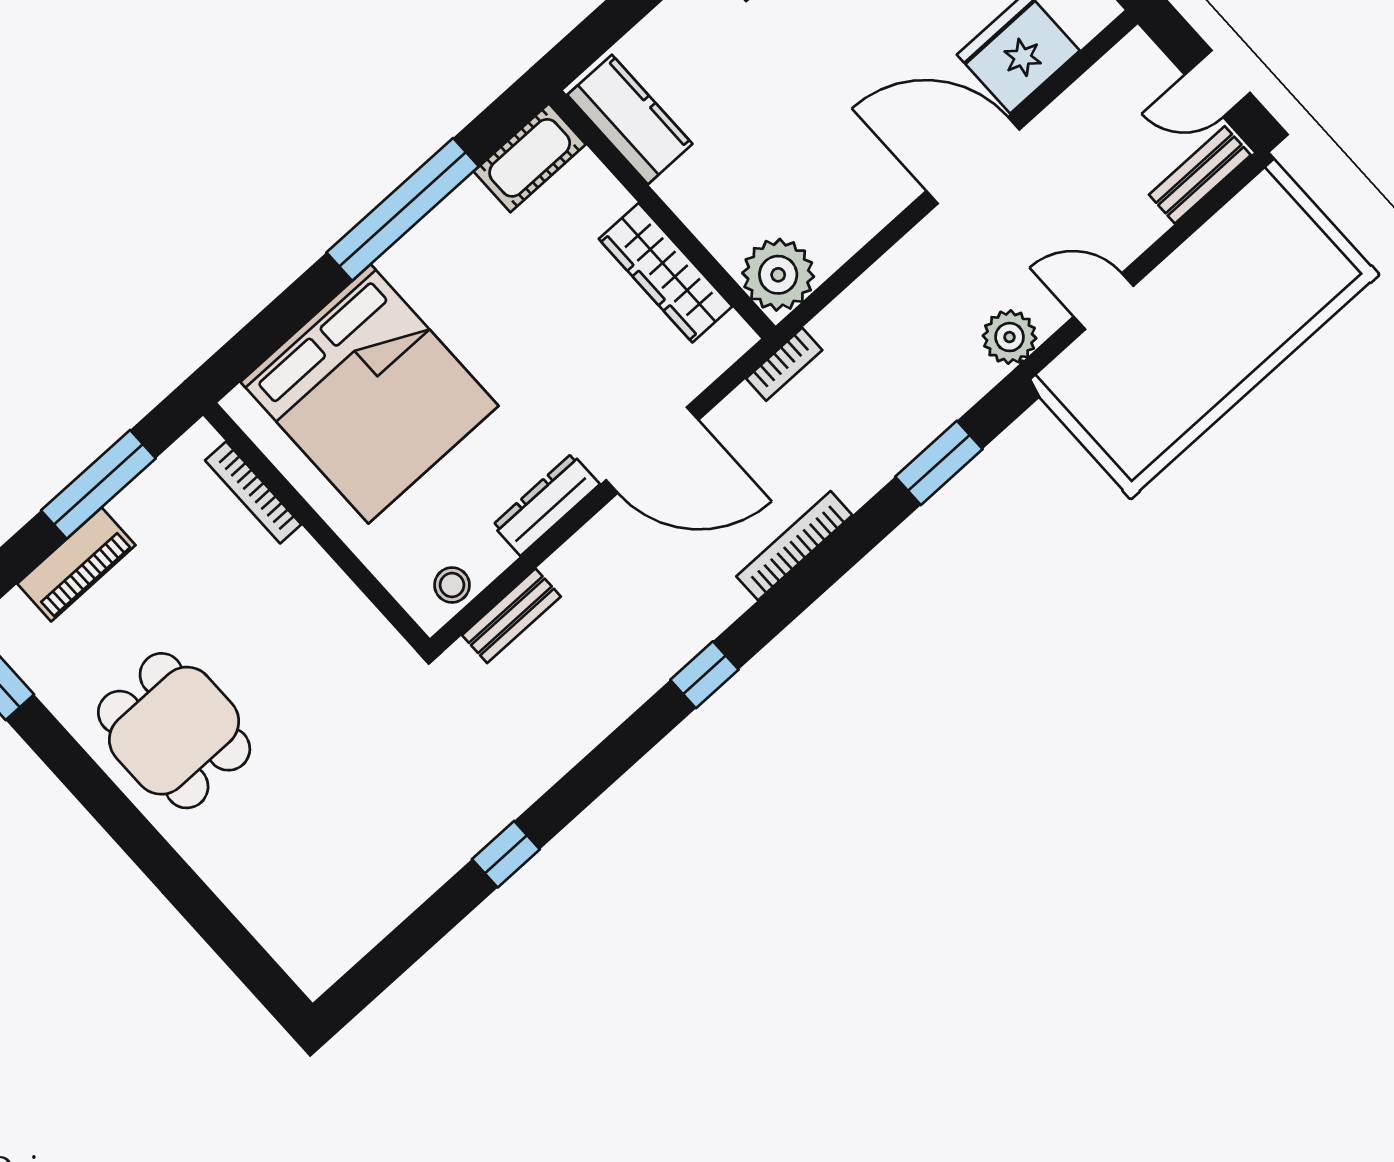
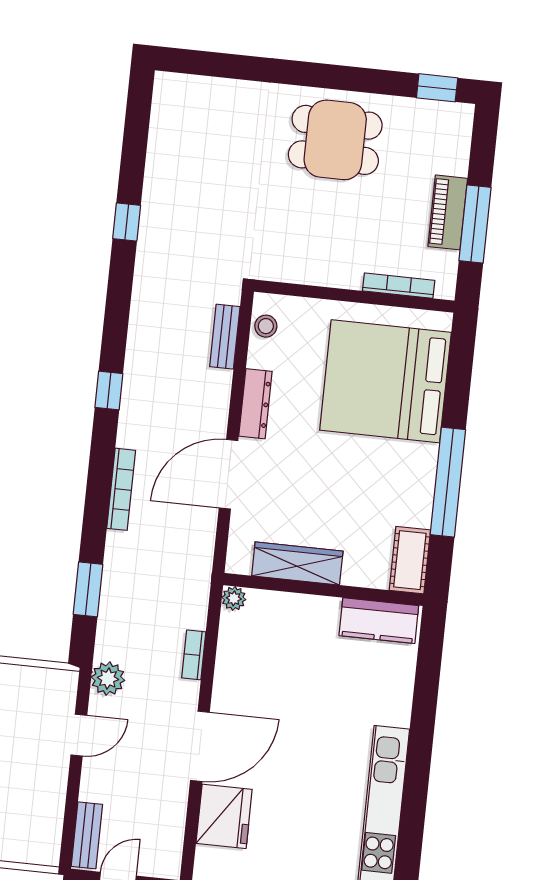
plant: (778, 275) -> (234, 598), width x0.53, depth x0.53
bookcase: (784, 364) -> (194, 655), moved
piano: (76, 564) -> (448, 212), moved

